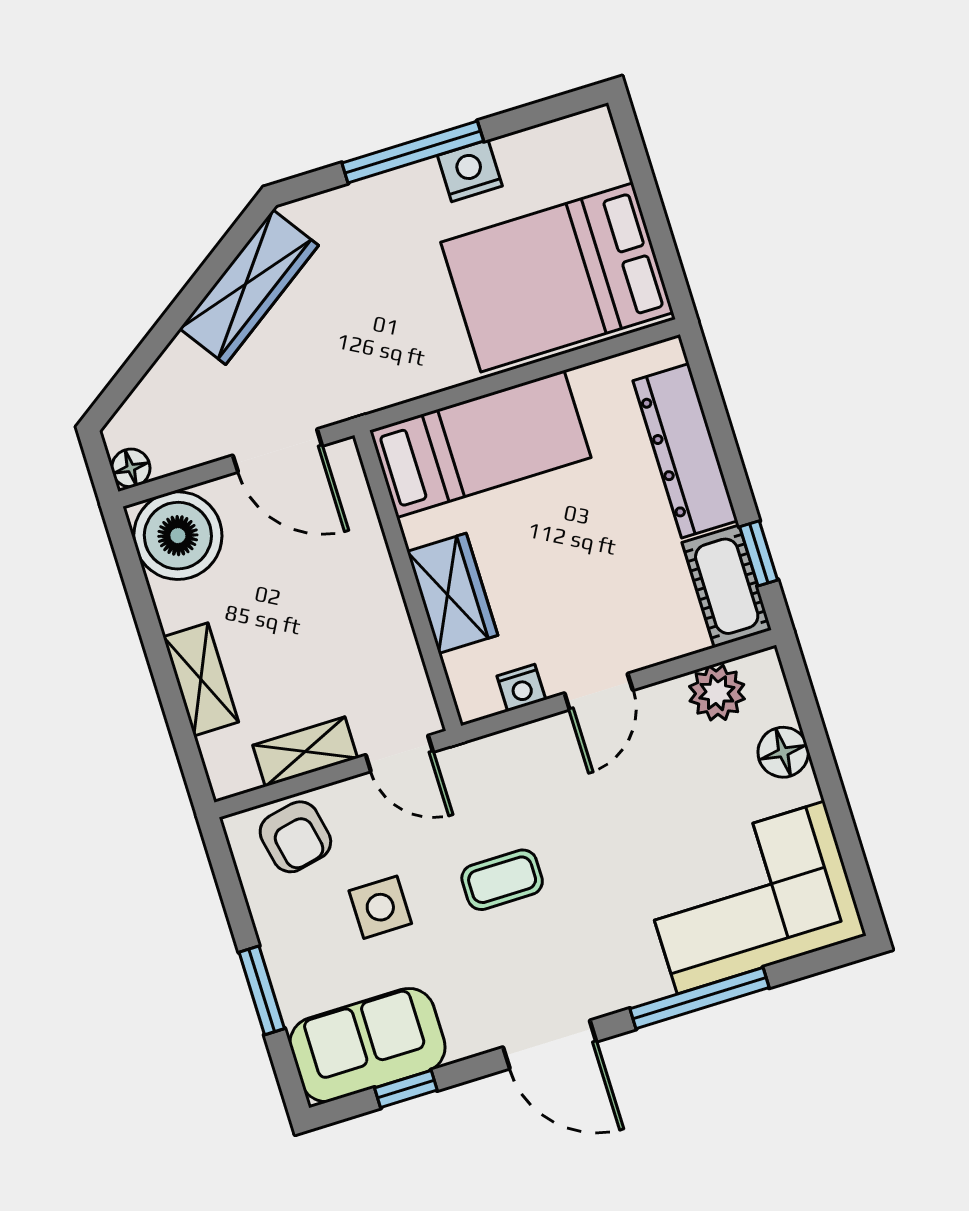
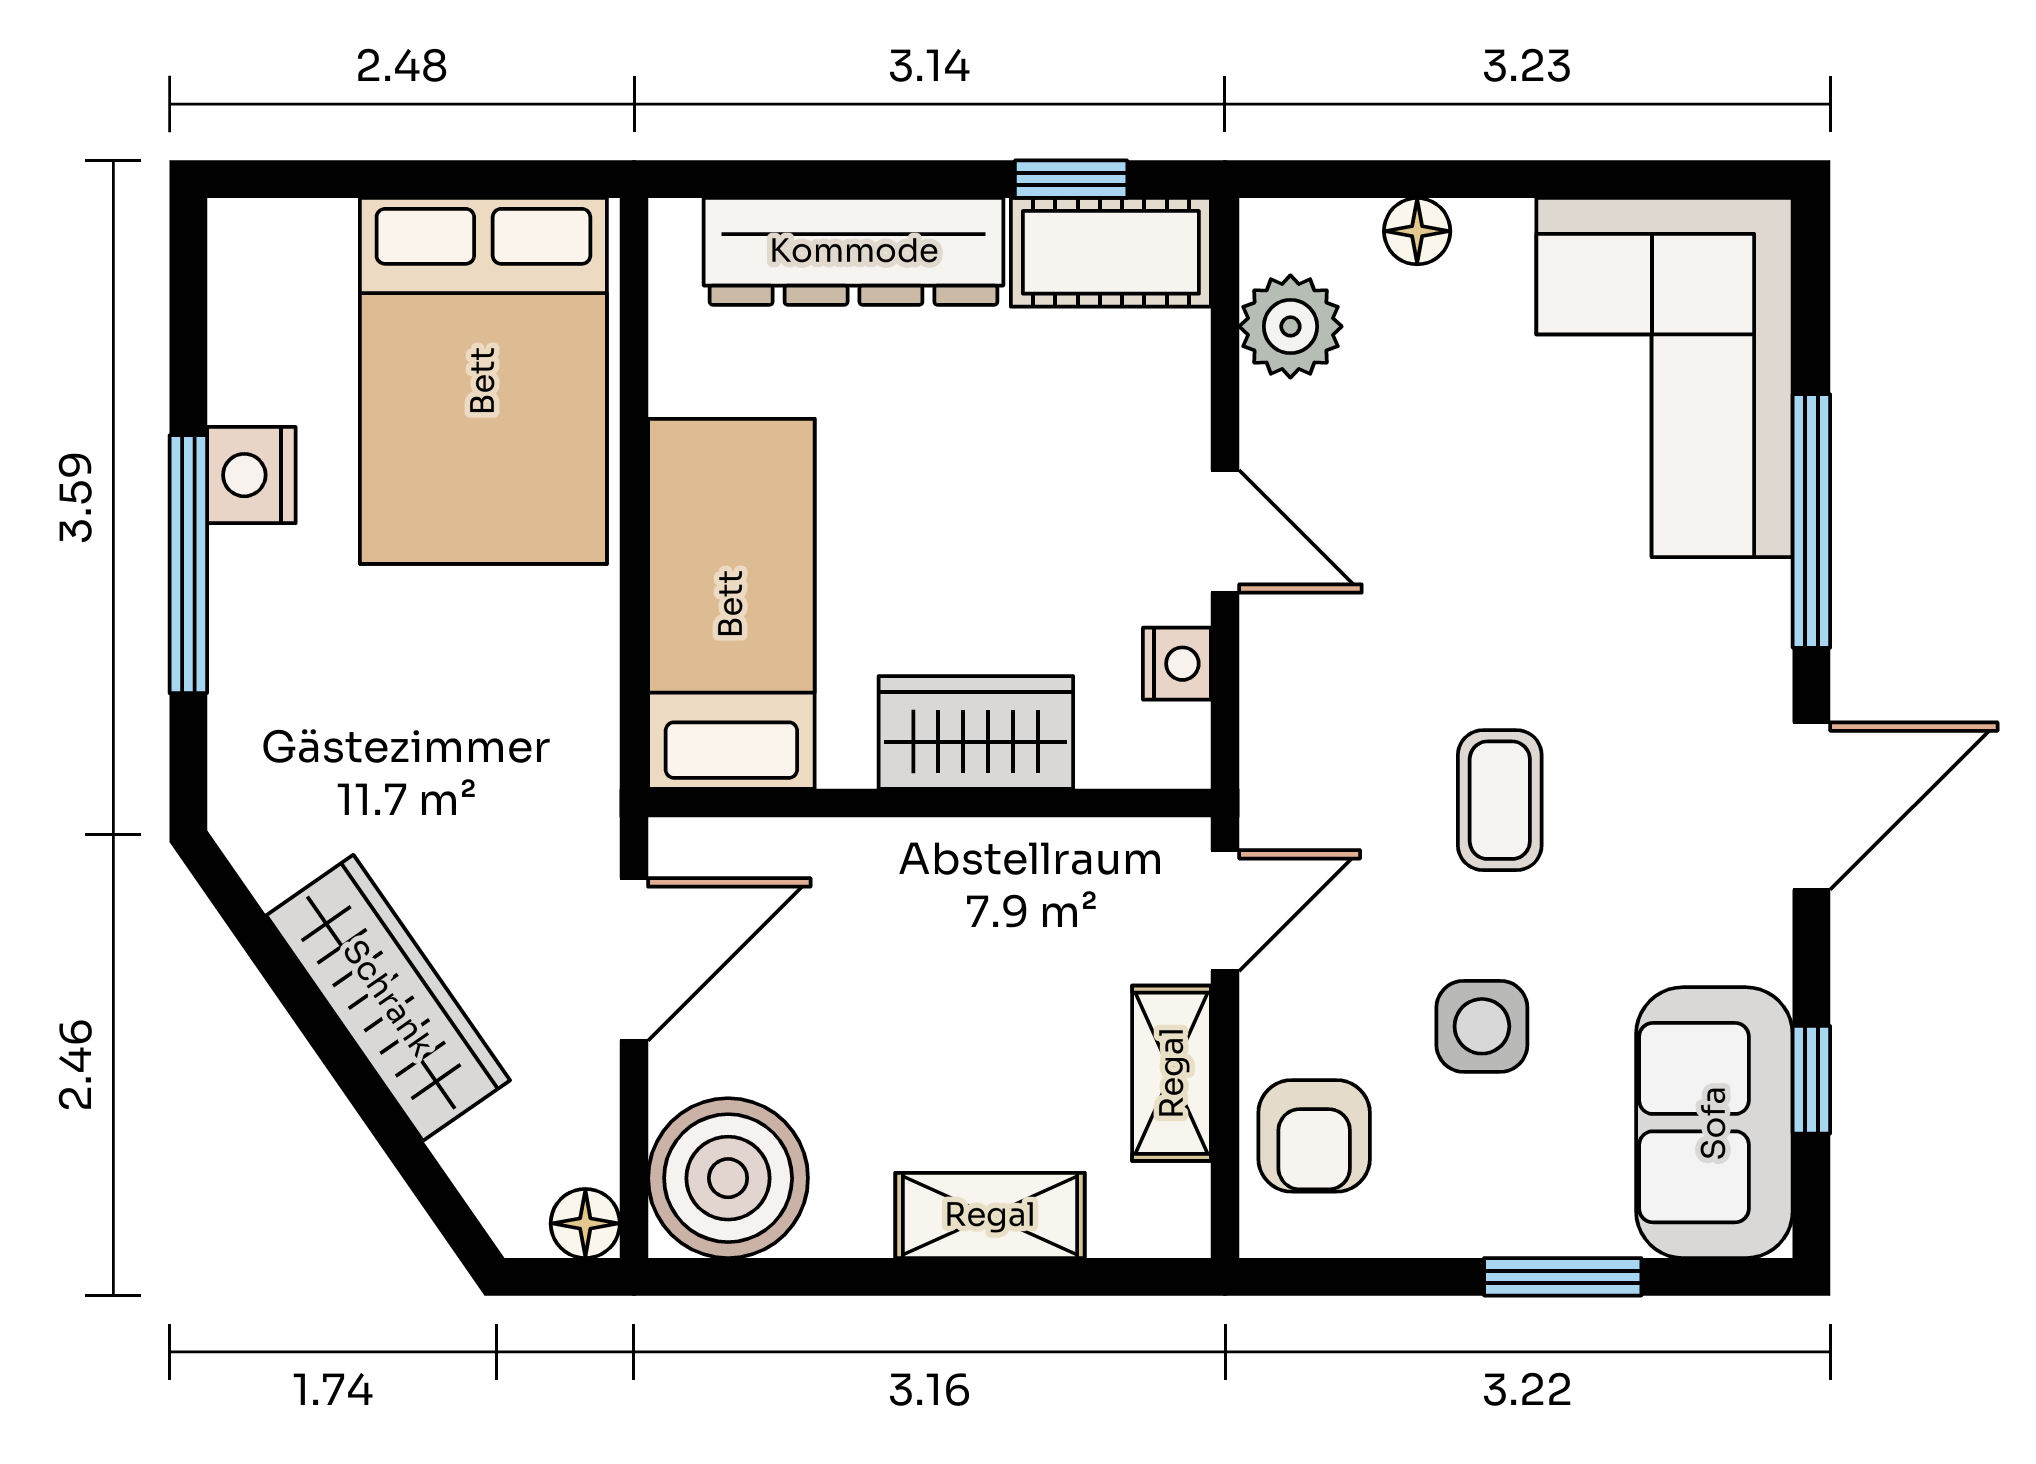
wardrobe: (249, 287) -> (388, 998), moved
floor lamp: (783, 752) -> (1417, 231), width x0.73, depth x0.73
armchair: (295, 837) -> (1314, 1136), turned 102

